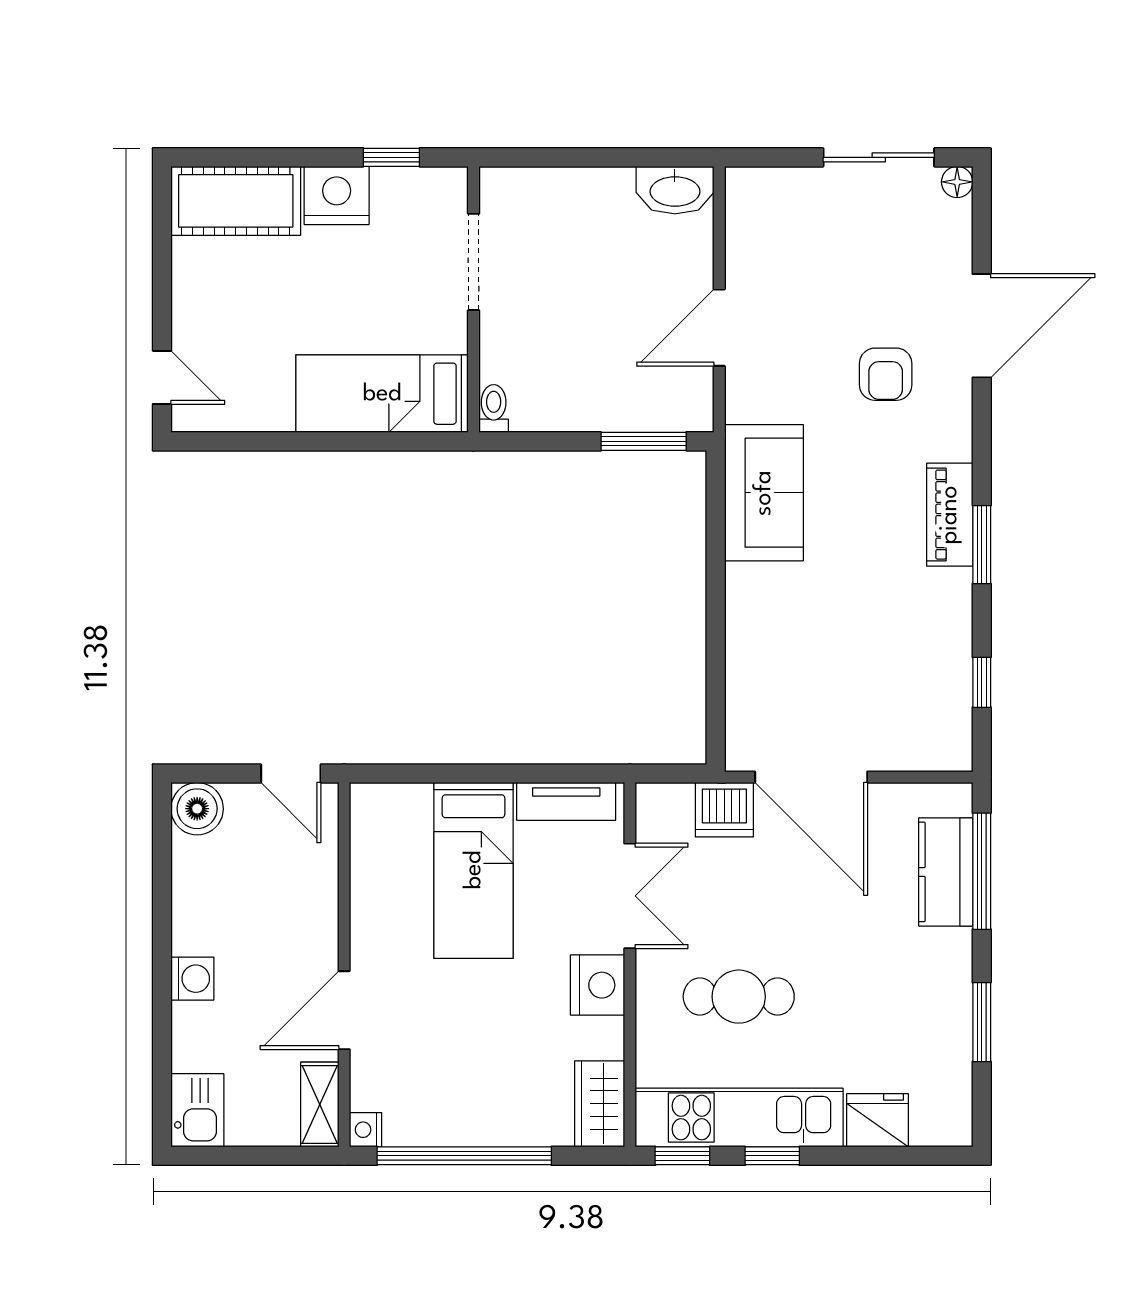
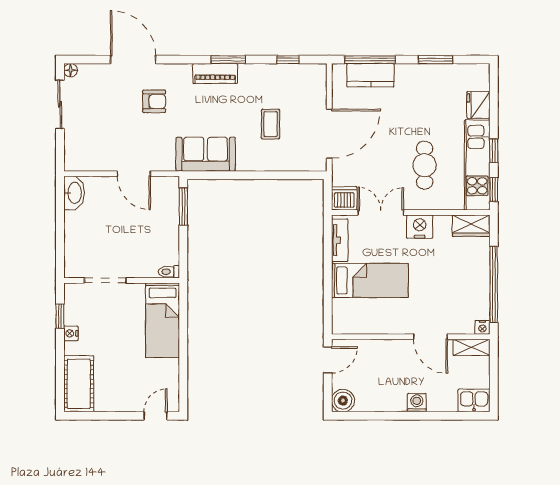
nightstand: (337, 195) -> (71, 333), width x0.53, depth x0.56
coffee table: (833, 642) -> (271, 124), added
dishwasher: (724, 810) -> (344, 198), moved, turned -90

